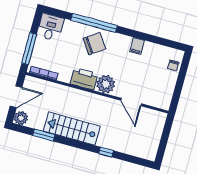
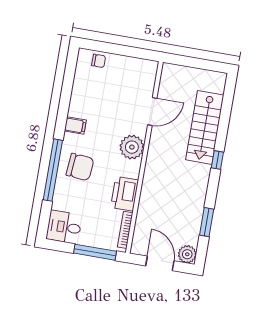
chair: (94, 44) -> (80, 167), turned 130
filing cabinet: (137, 46) -> (75, 126), moved
printer: (84, 79) -> (124, 194), moved
stairs: (72, 129) -> (205, 127), moved
window: (106, 152) -> (217, 160), moved

